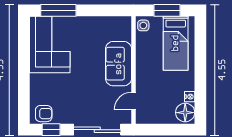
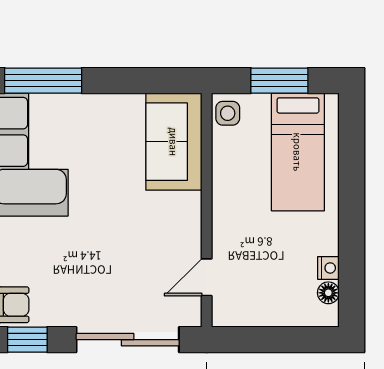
sofa: (119, 64) -> (174, 142), moved
floor lamp: (185, 113) -> (328, 293), width x0.53, depth x0.53

